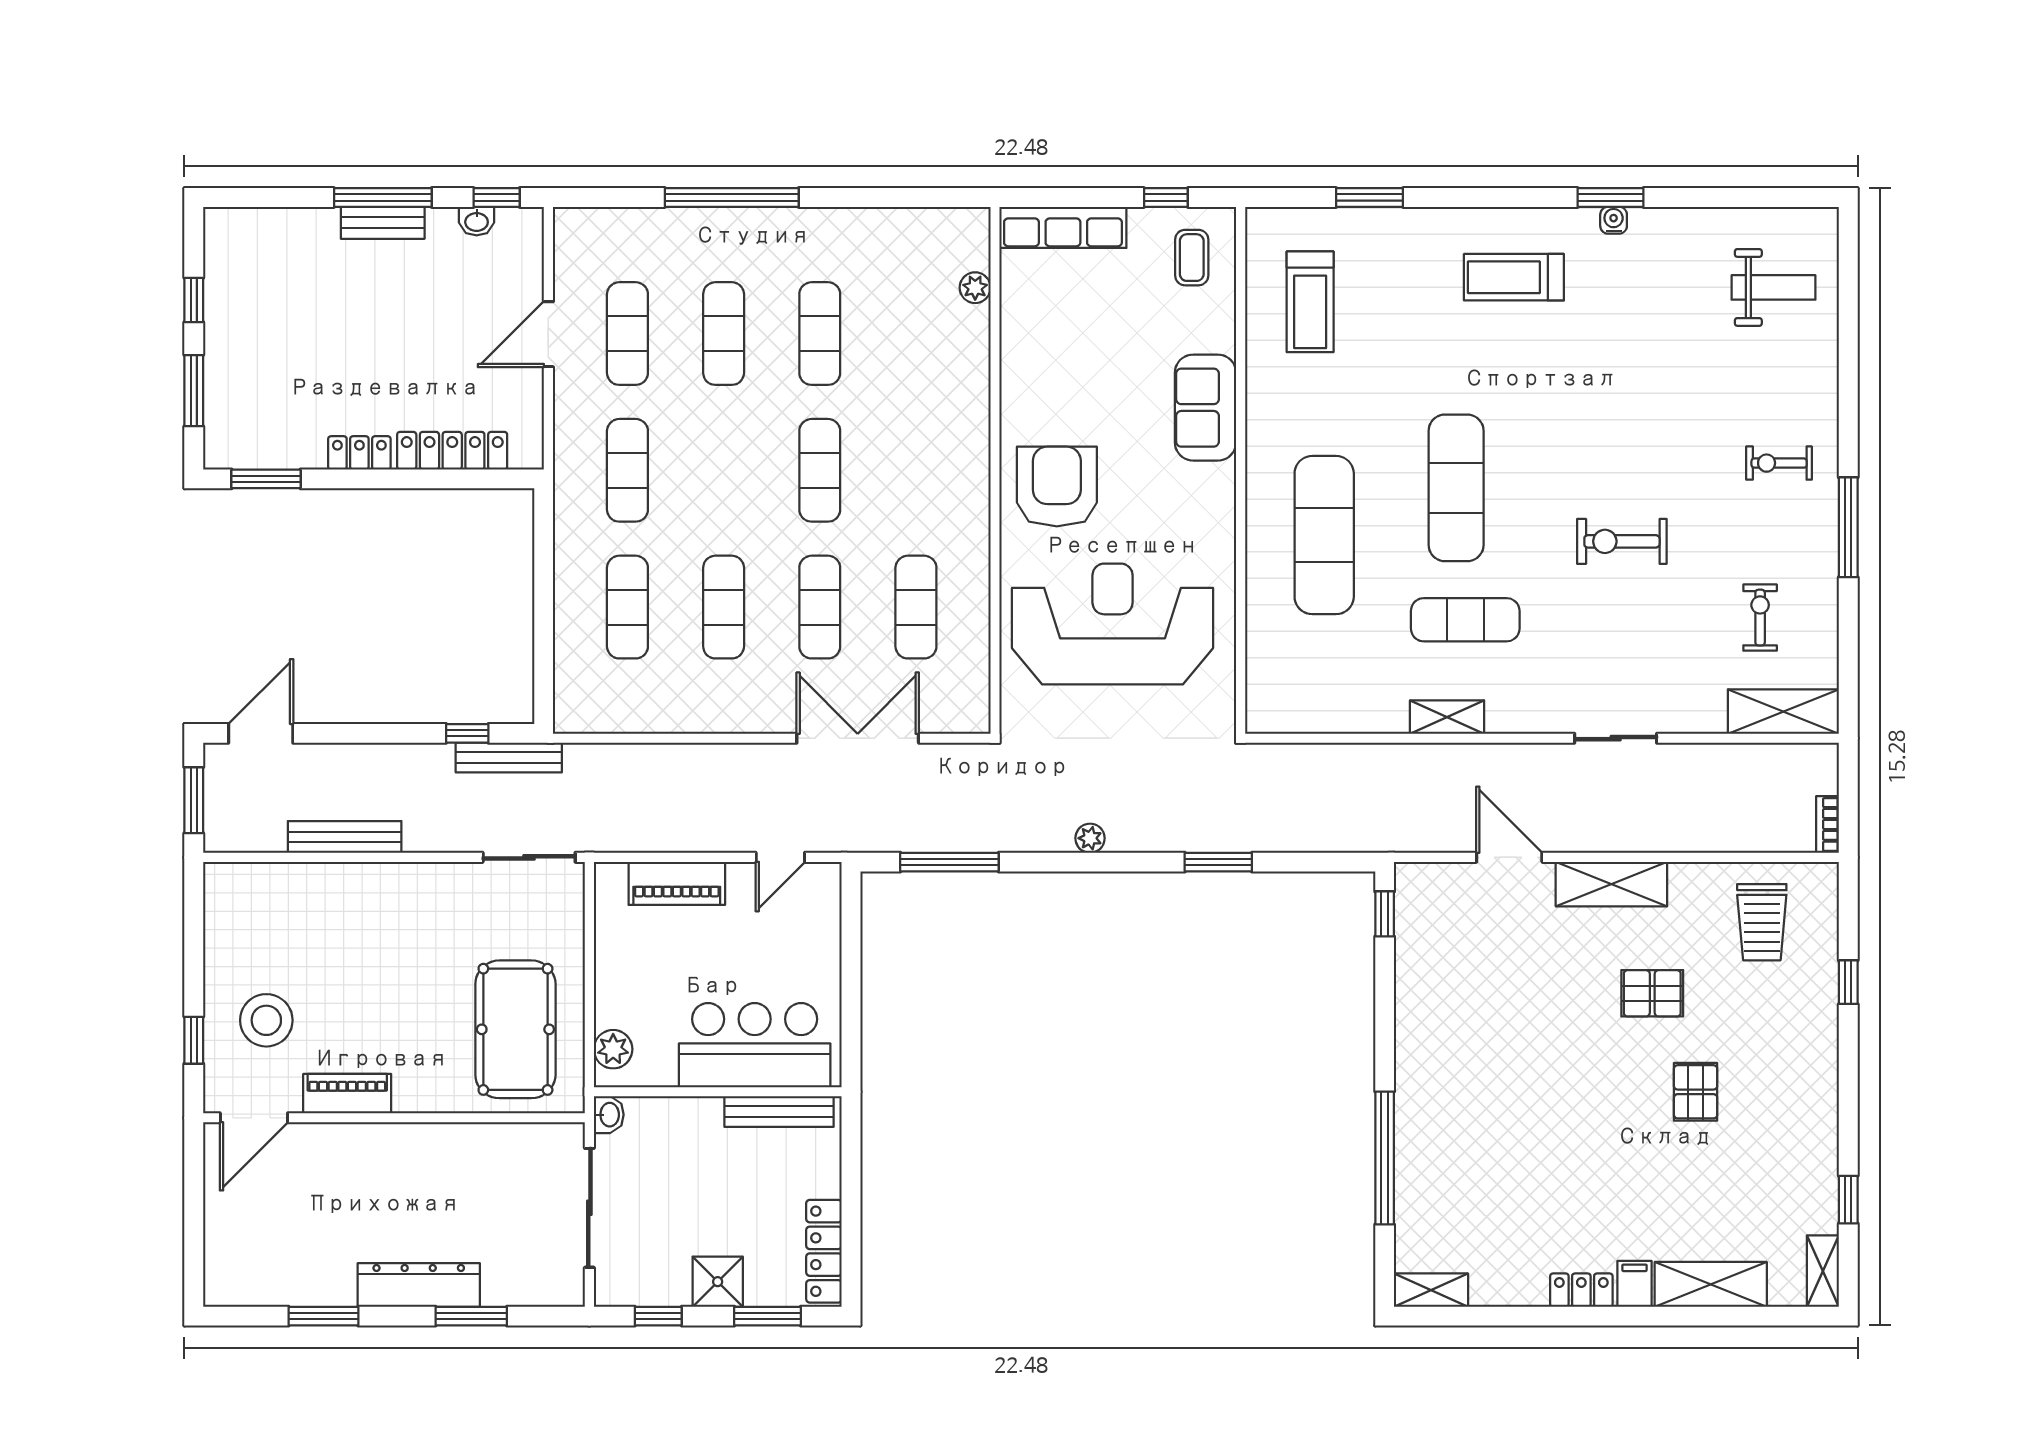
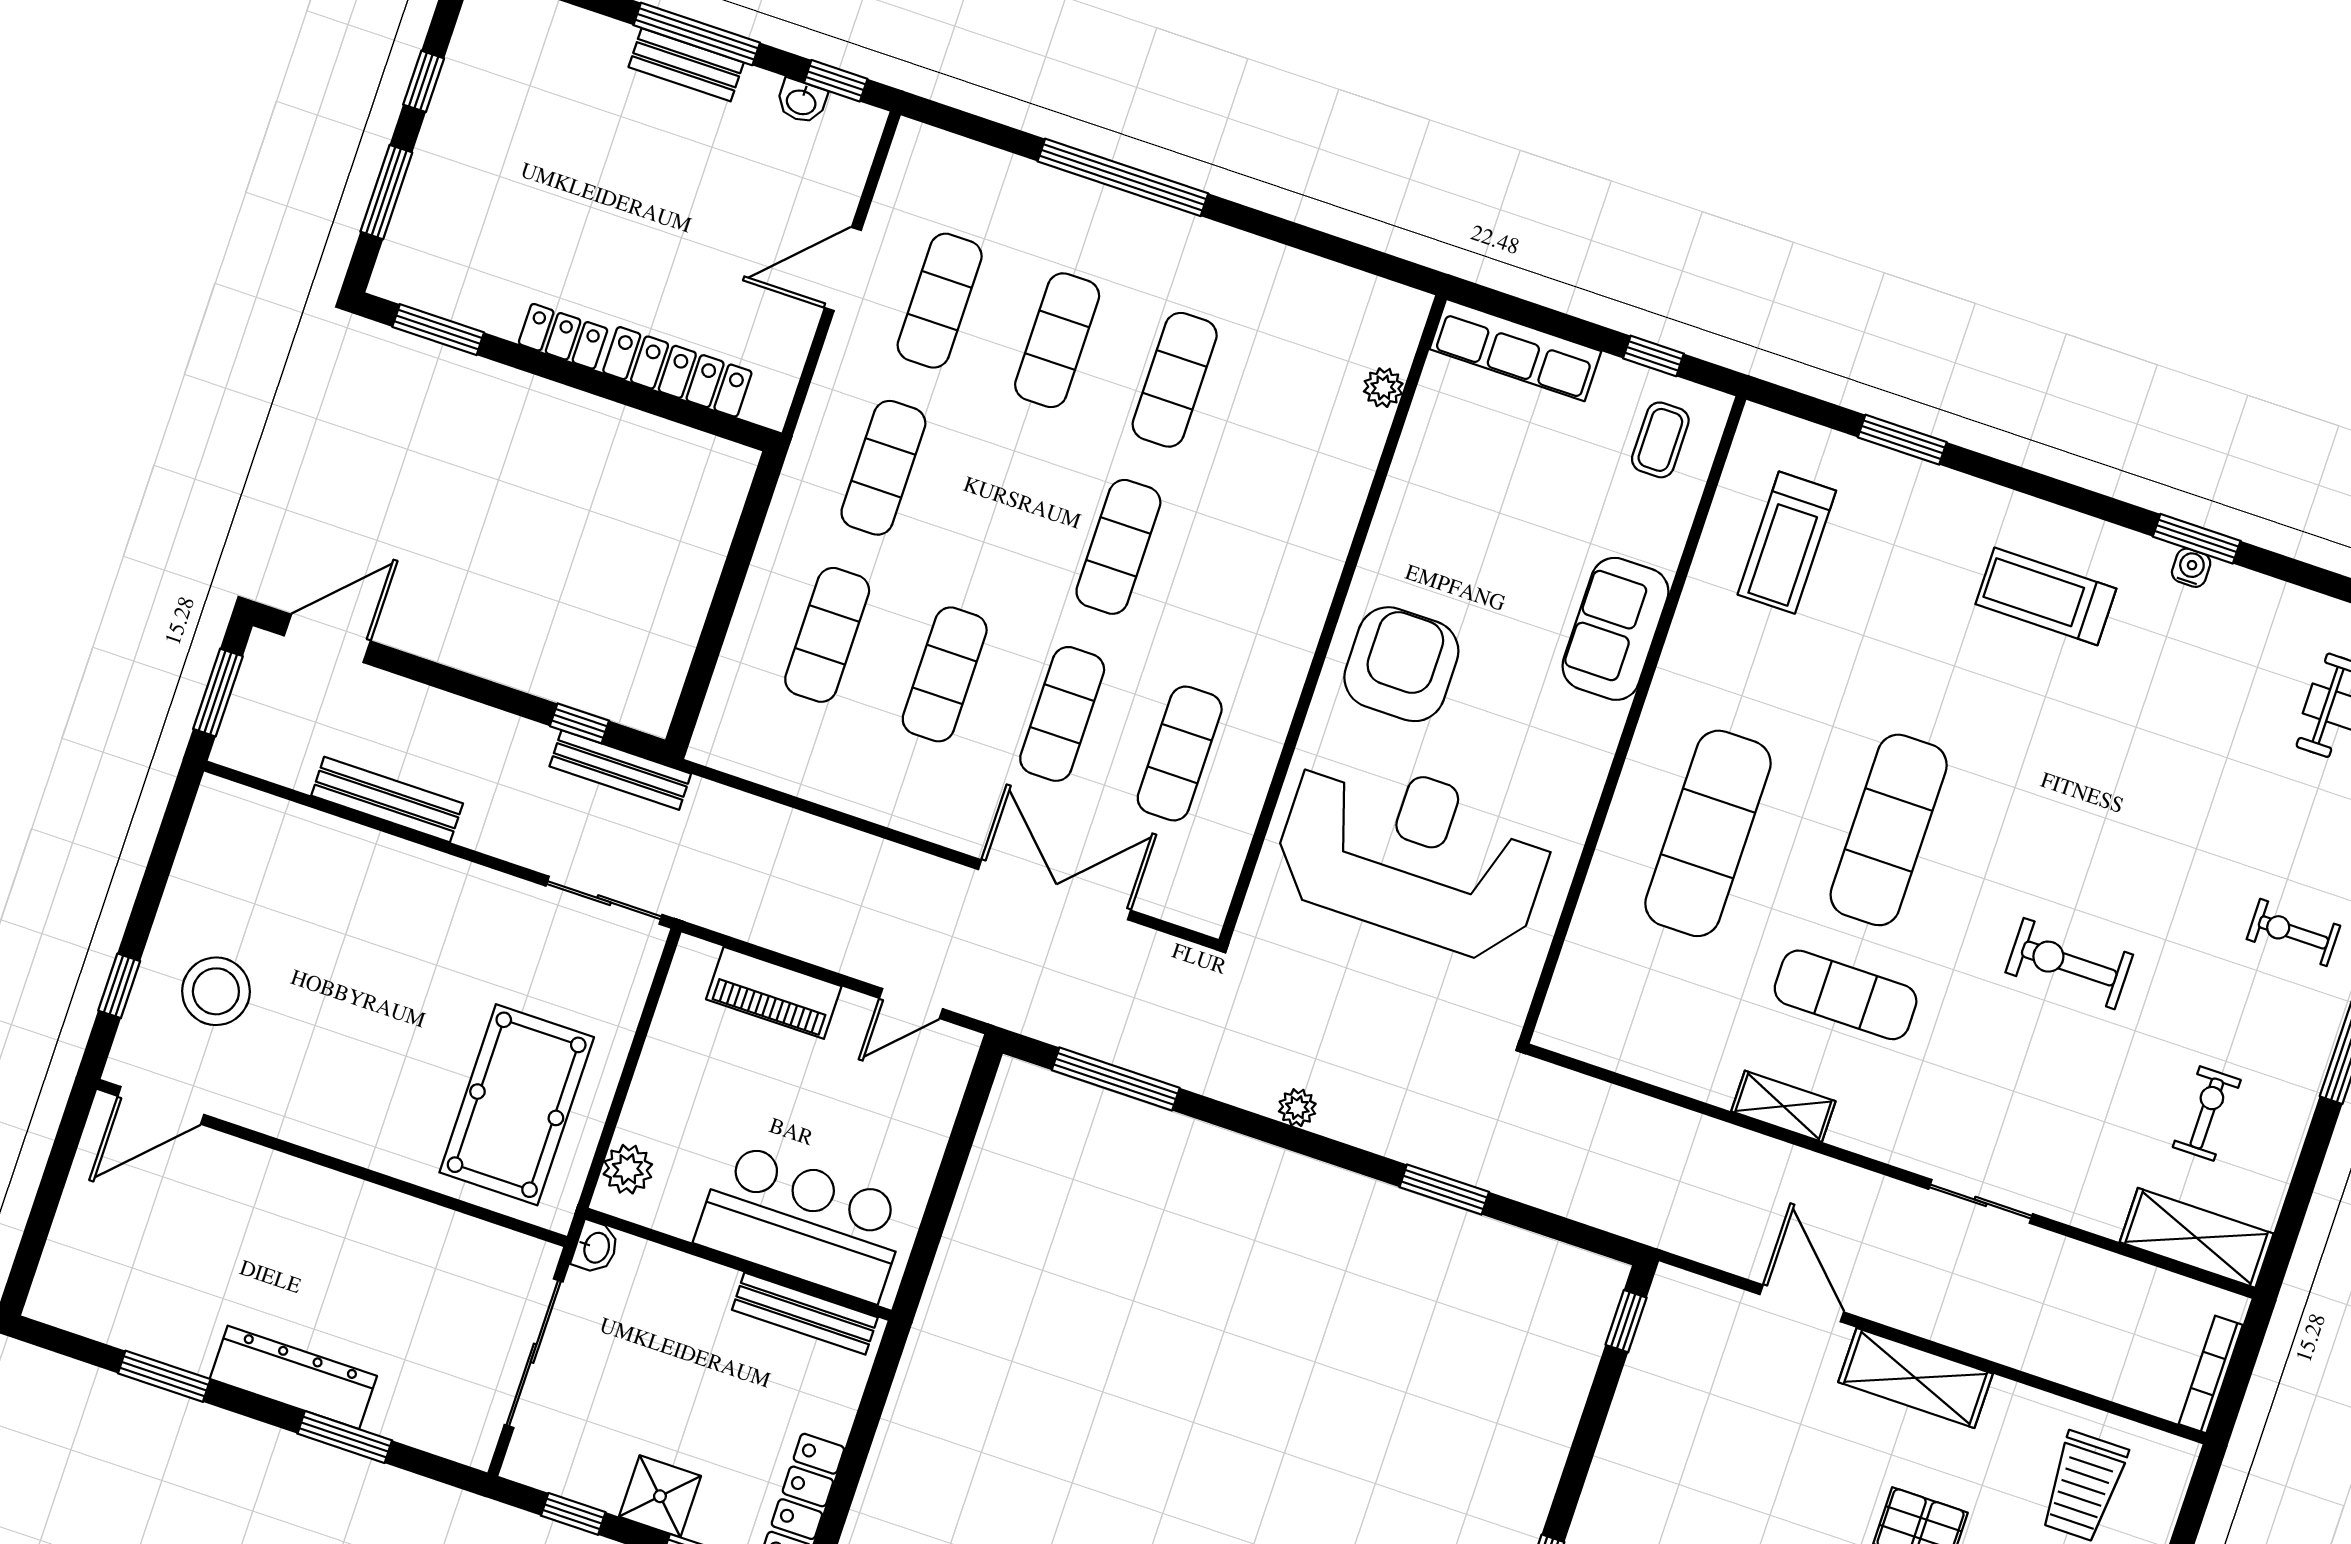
bookcase: (1828, 824) -> (2211, 1374), width x1.56
piano: (347, 1094) -> (285, 1114), removed

